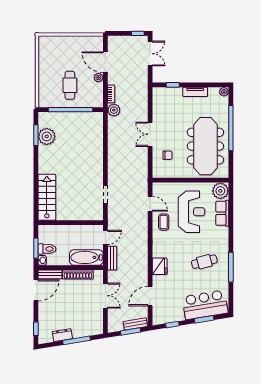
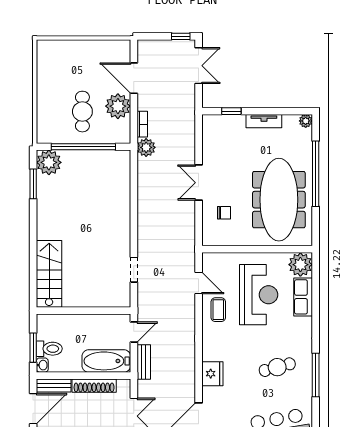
plant: (98, 78) -> (118, 106), width x1.87, depth x1.87
plant: (47, 136) -> (49, 162), moved

